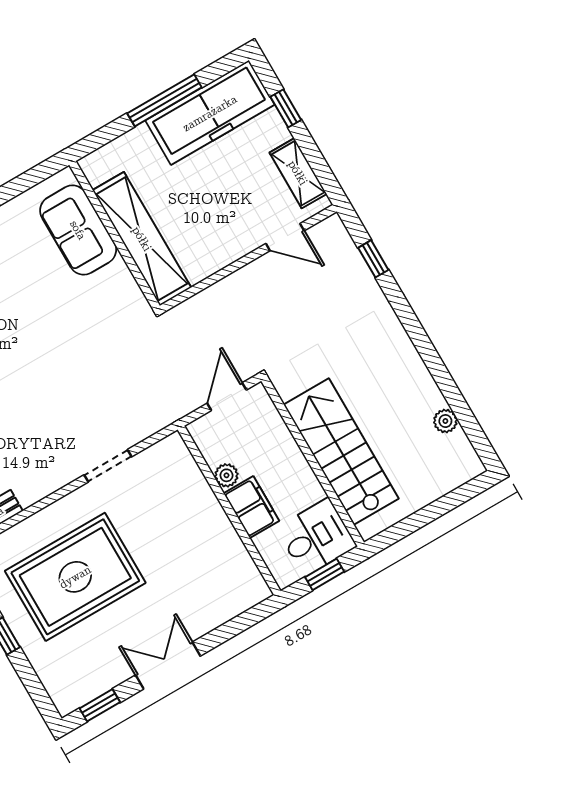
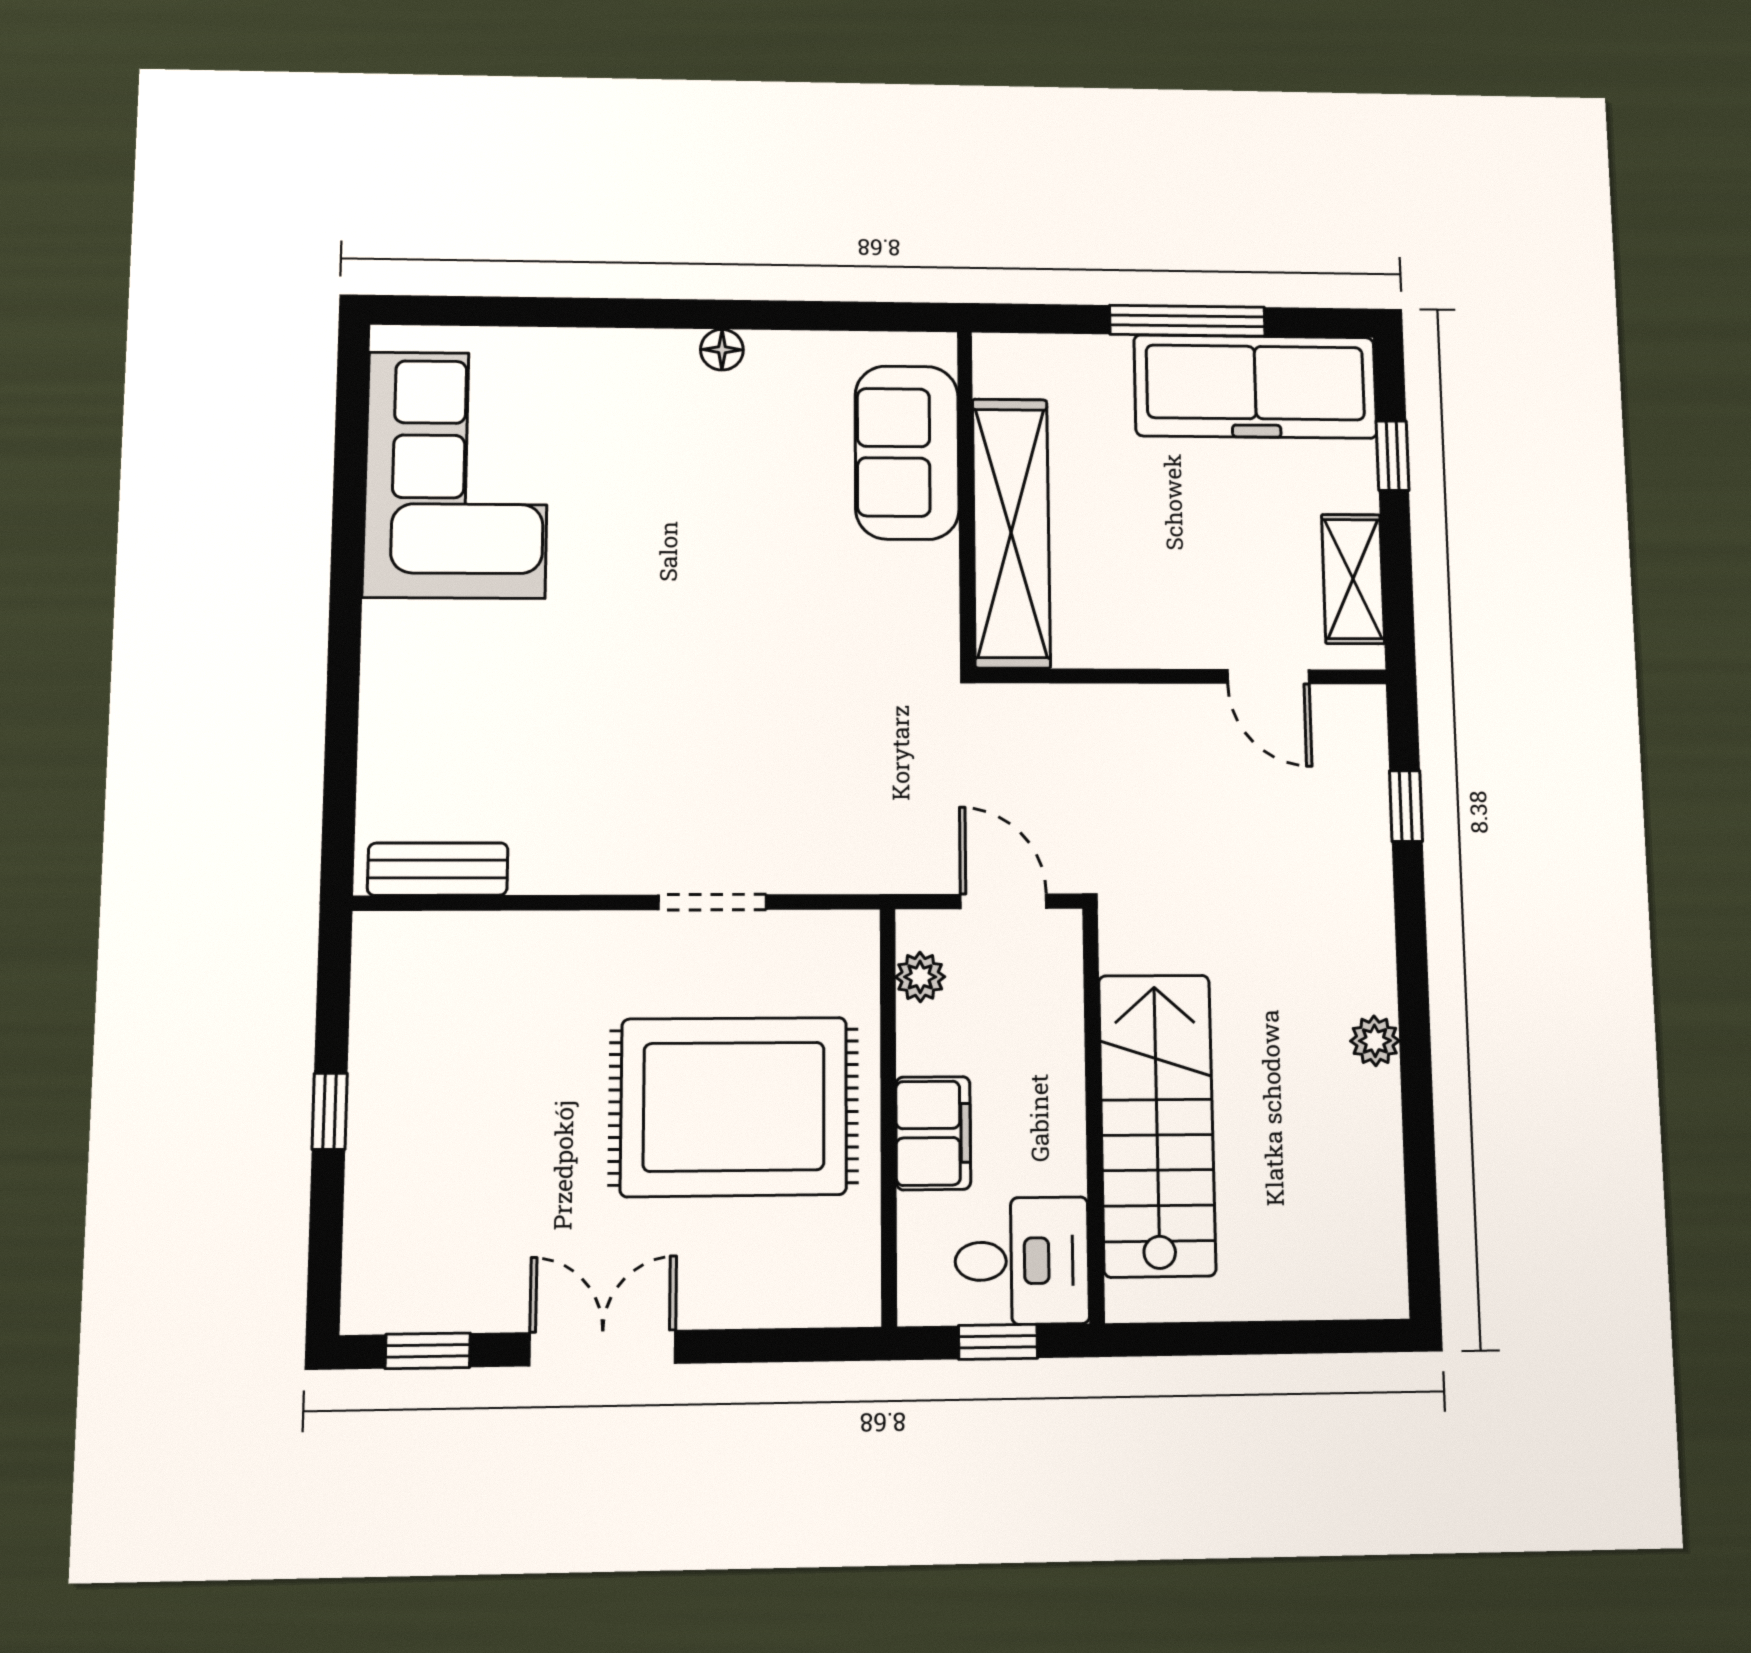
door: (227, 397) -> (1003, 901), hinge flipped
plant: (445, 421) -> (1375, 1041), moved
plant: (226, 475) -> (920, 977), moved
rug: (75, 577) -> (734, 1107), moved

